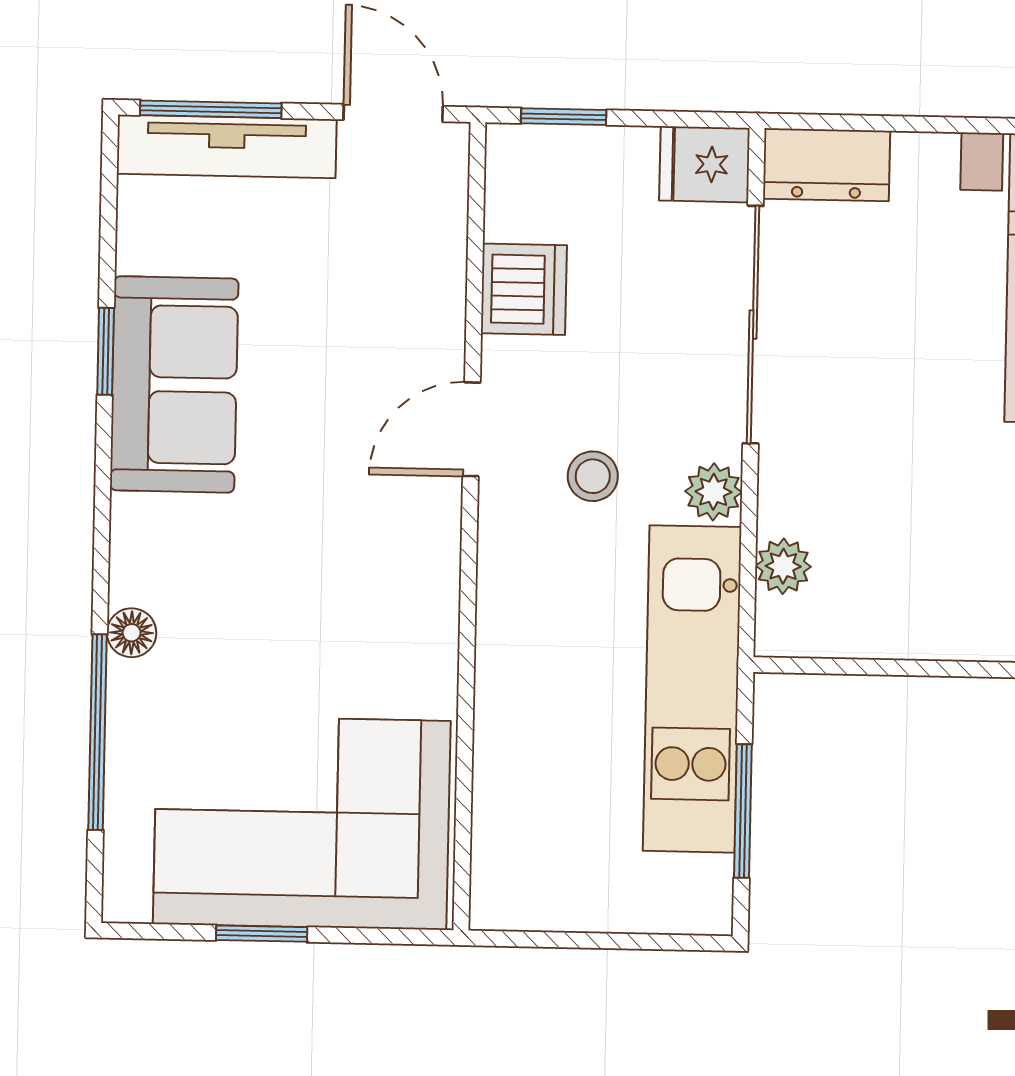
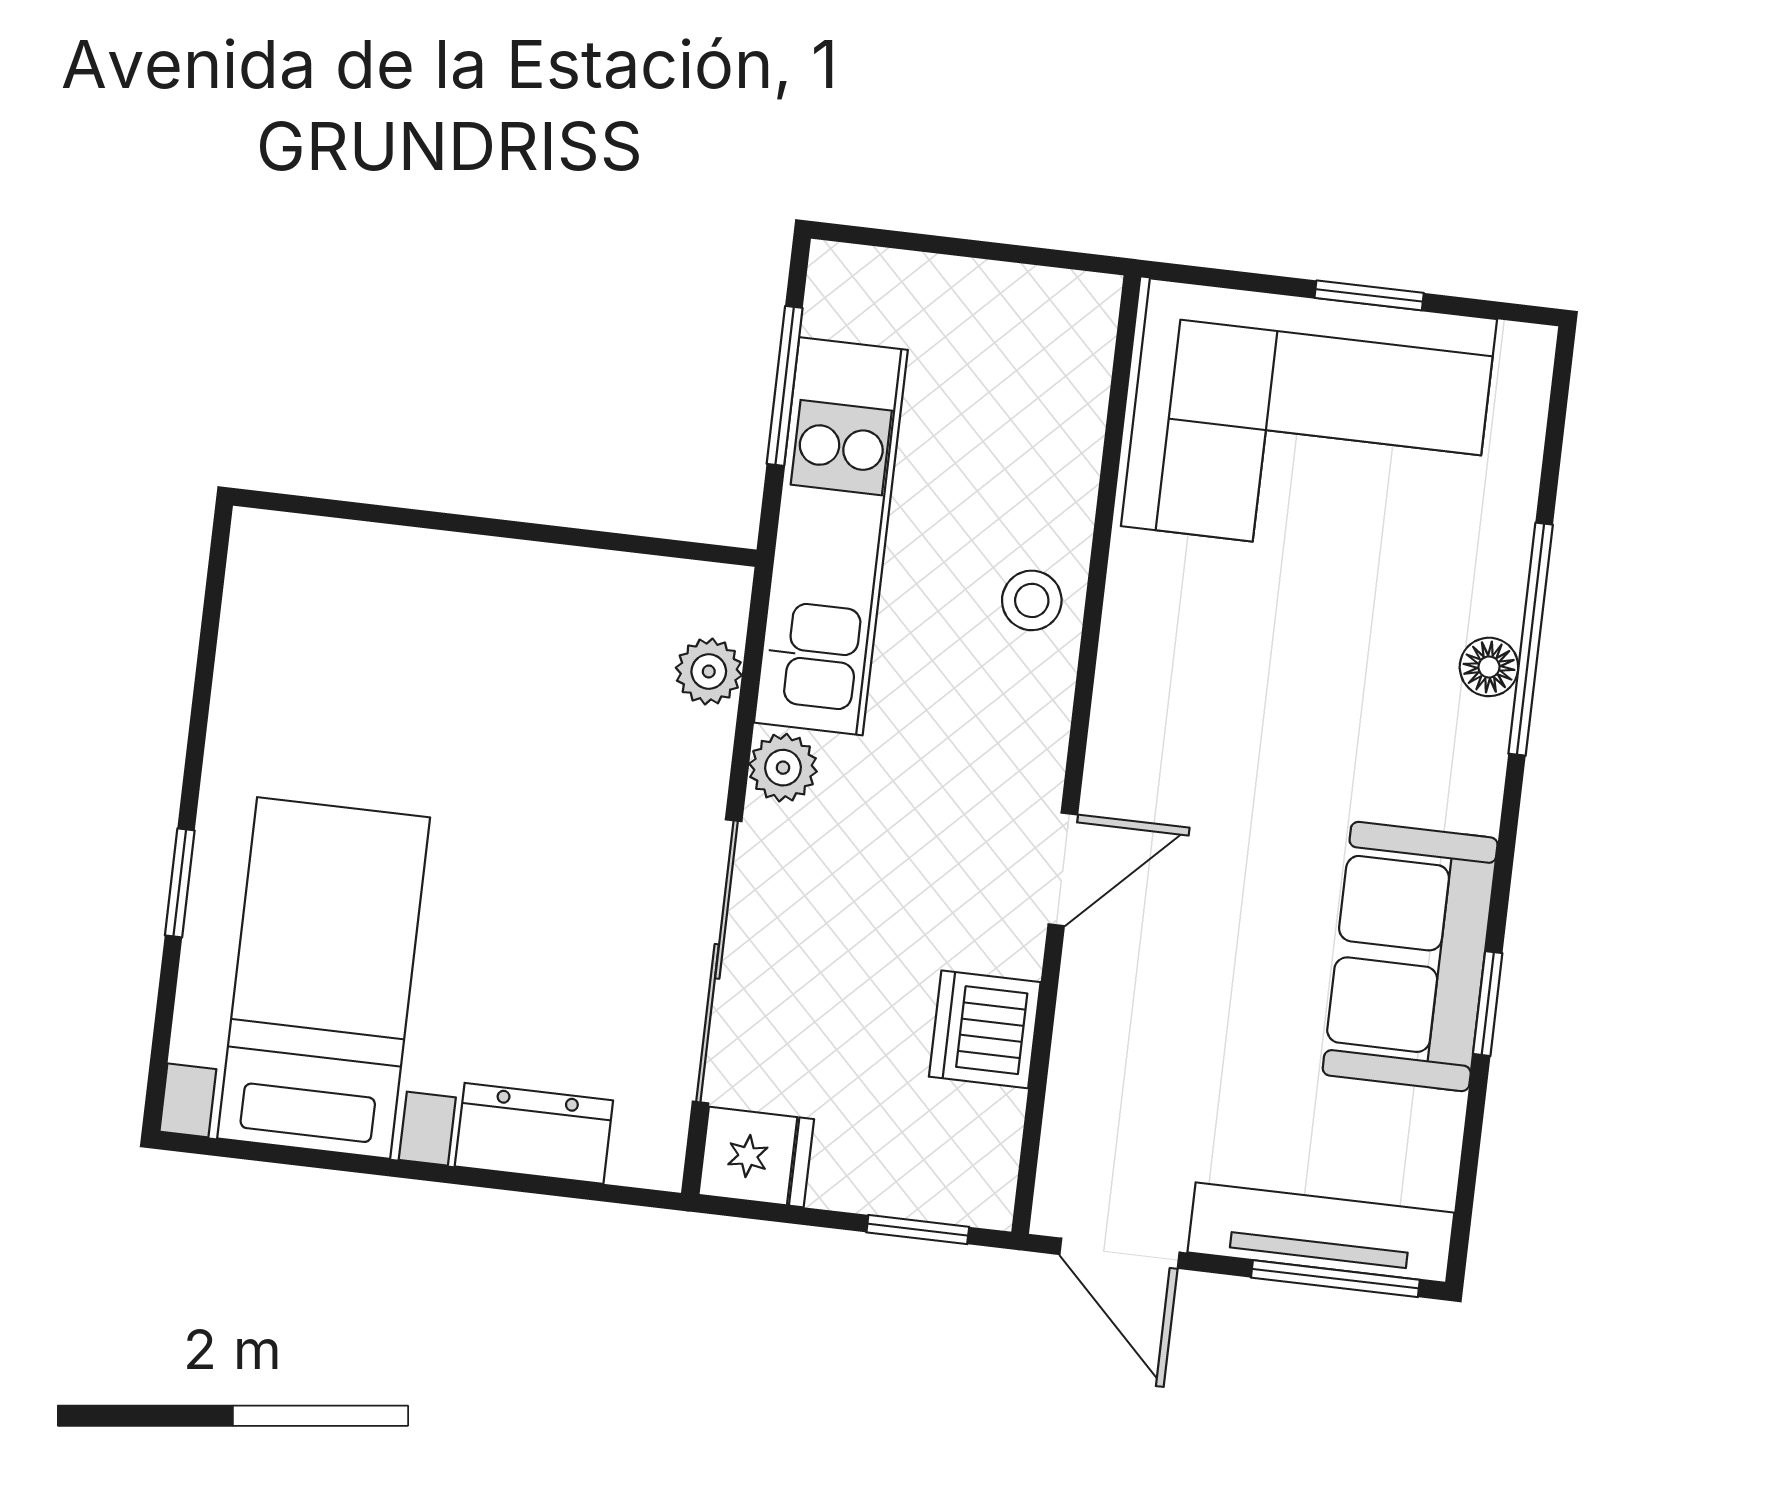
dresser: (827, 165) -> (534, 1133), moved
stool: (593, 476) -> (1032, 600), moved
window: (98, 732) -> (1531, 639), moved

